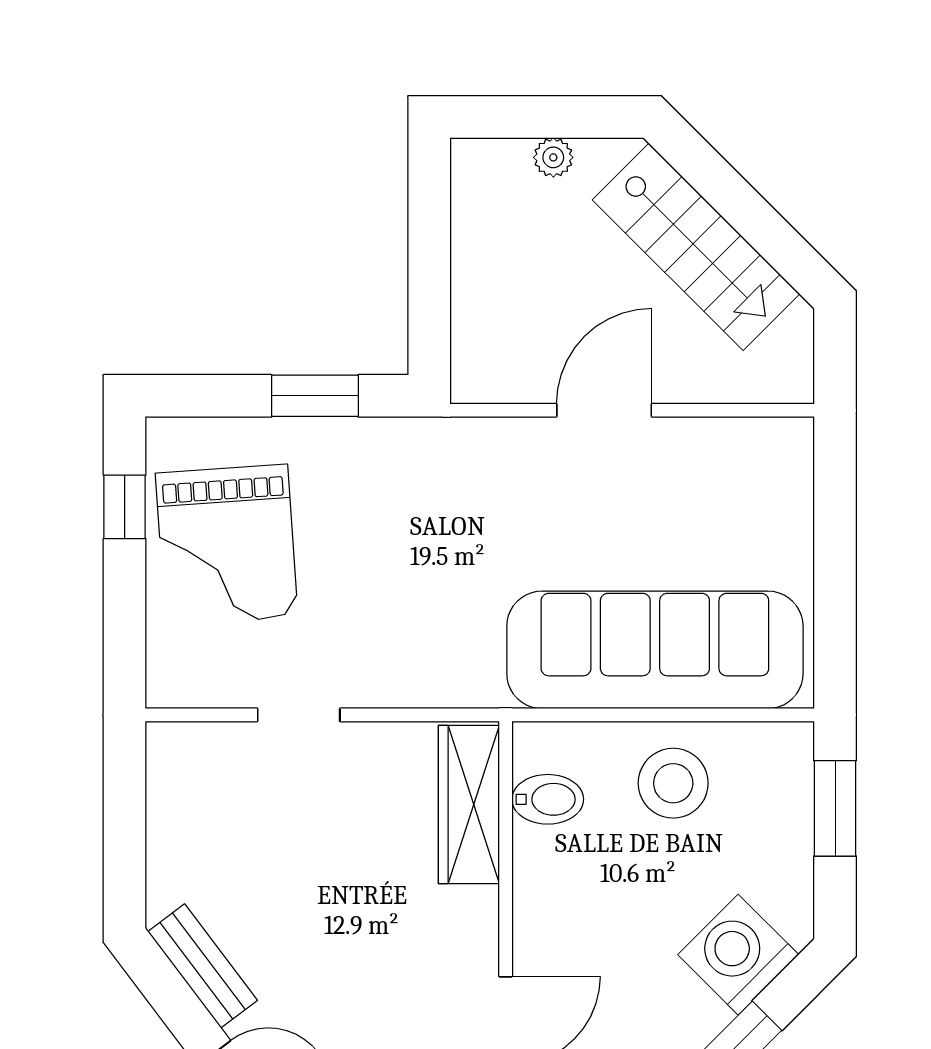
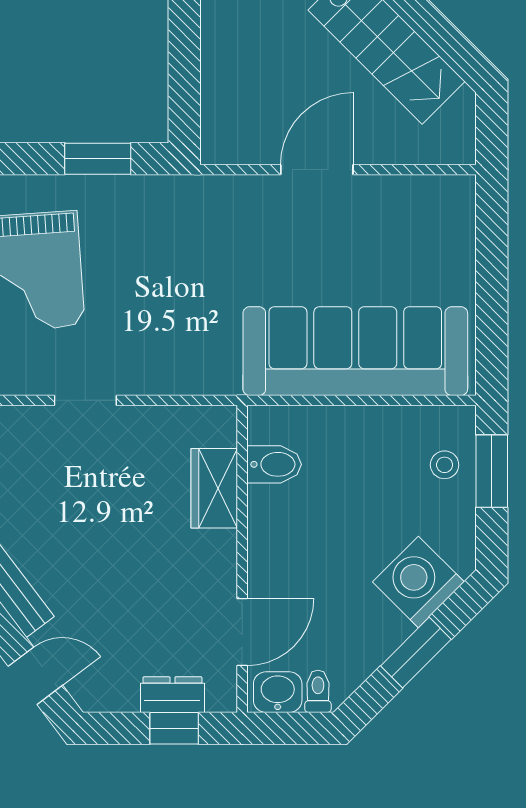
stool: (673, 783) -> (445, 465), moved, width x0.53, depth x0.53
wardrobe: (469, 804) -> (214, 488), width x0.67

